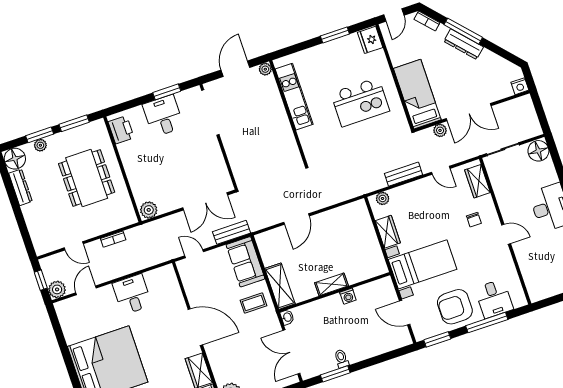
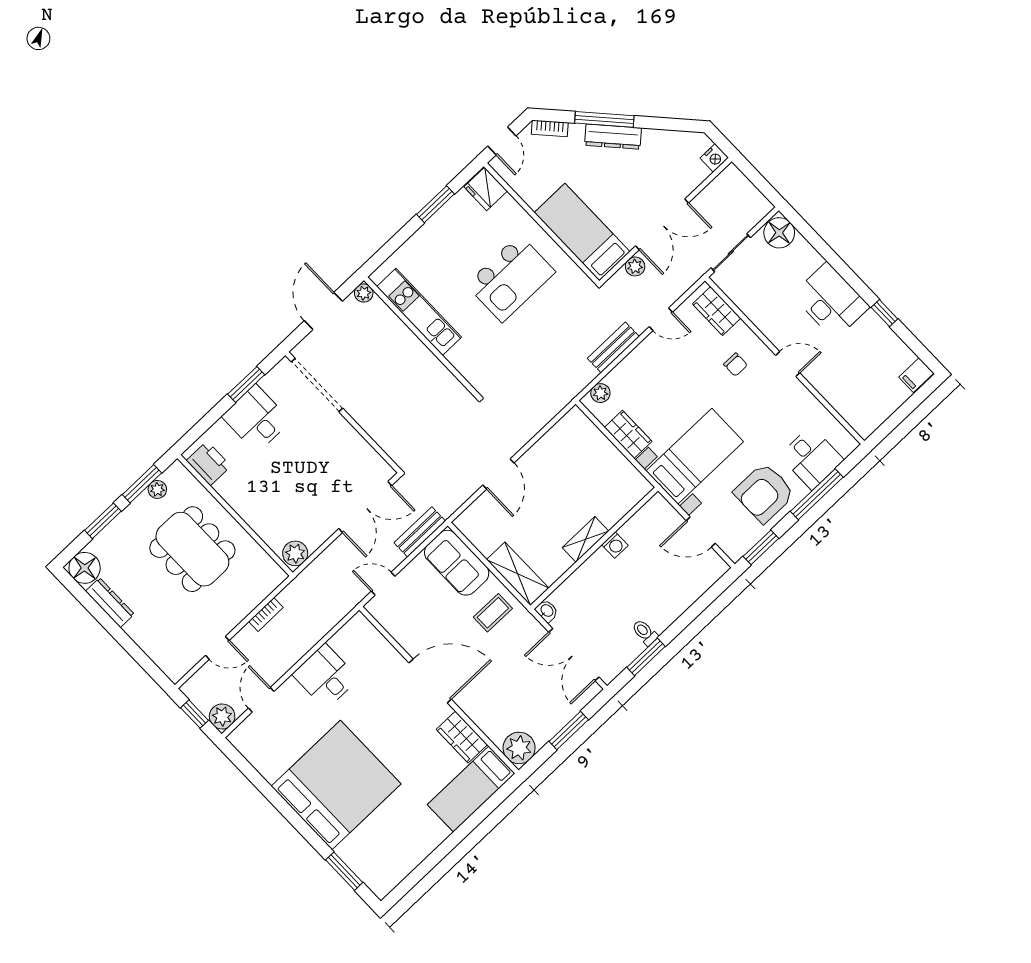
plant: (40, 145) -> (157, 489), moved

